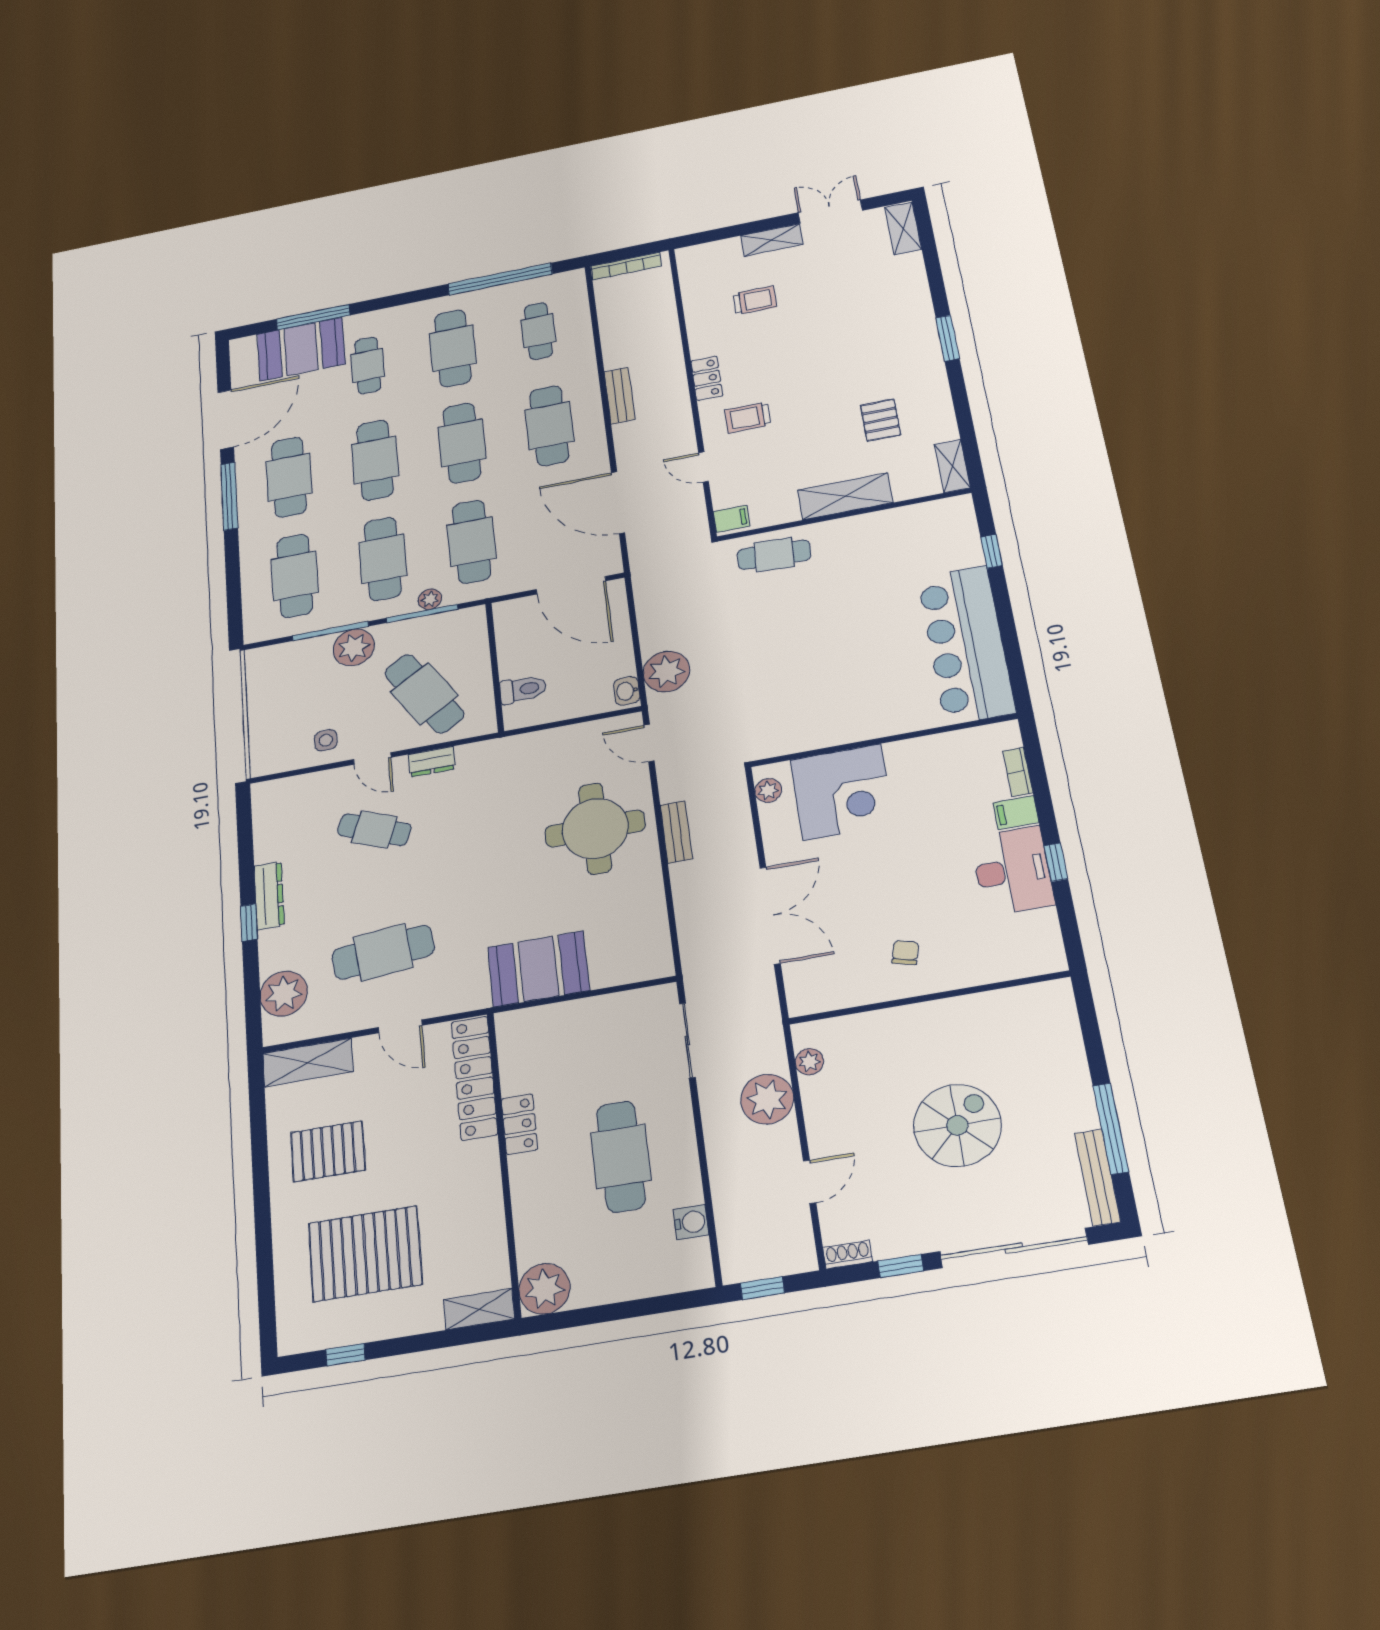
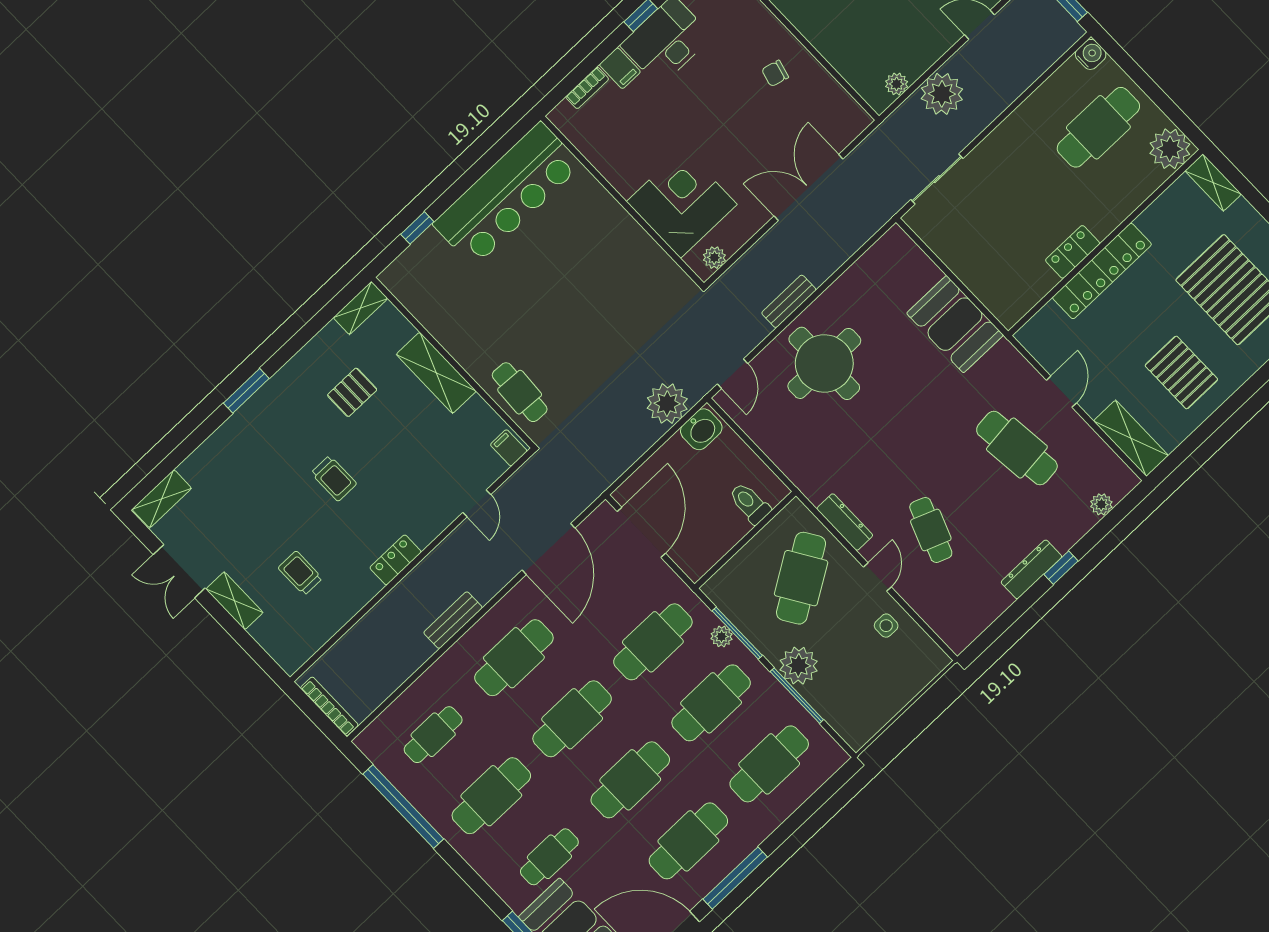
trolley: (748, 417) -> (334, 478), moved
washbasin: (627, 691) -> (701, 429), width x1.38, depth x1.45
dresser: (432, 762) -> (845, 522), width x1.44
plant: (284, 994) -> (1101, 504), width x0.53, depth x0.53
locker: (474, 1078) -> (1102, 271), moved
cafe table: (621, 1156) -> (1098, 127), moved
water cooler: (691, 1222) -> (1091, 54), moved, turned 90

